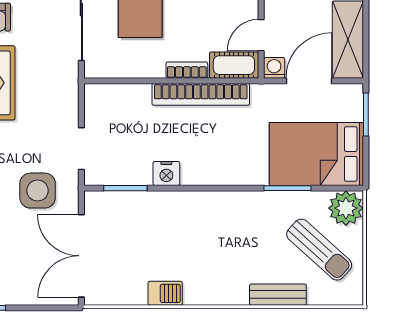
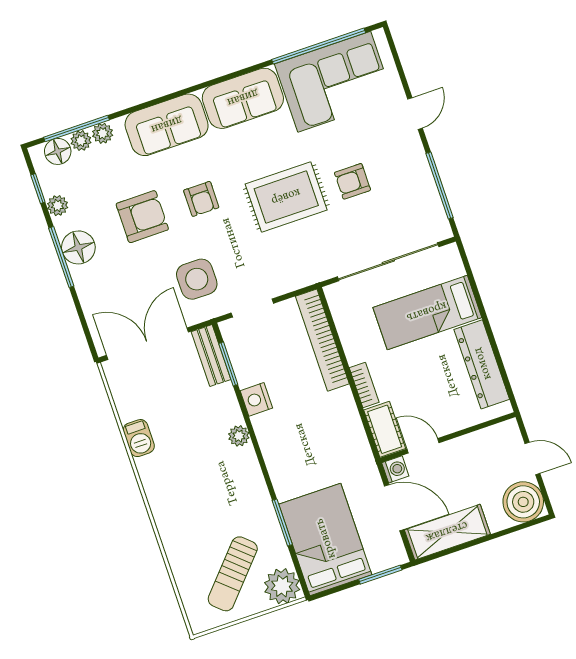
bookcase: (201, 94) -> (322, 340), moved
plant: (194, 201) -> (239, 436), added
bench: (278, 295) -> (211, 356), moved

